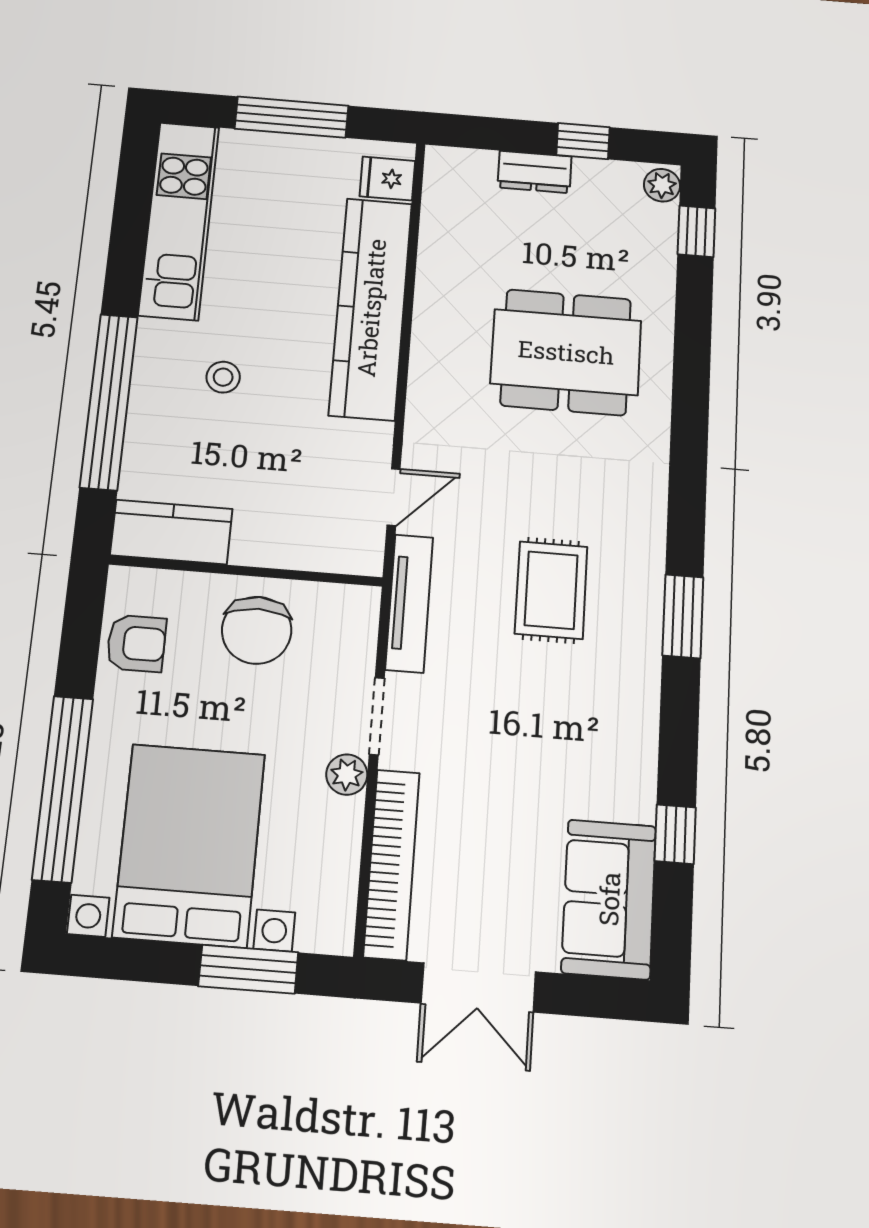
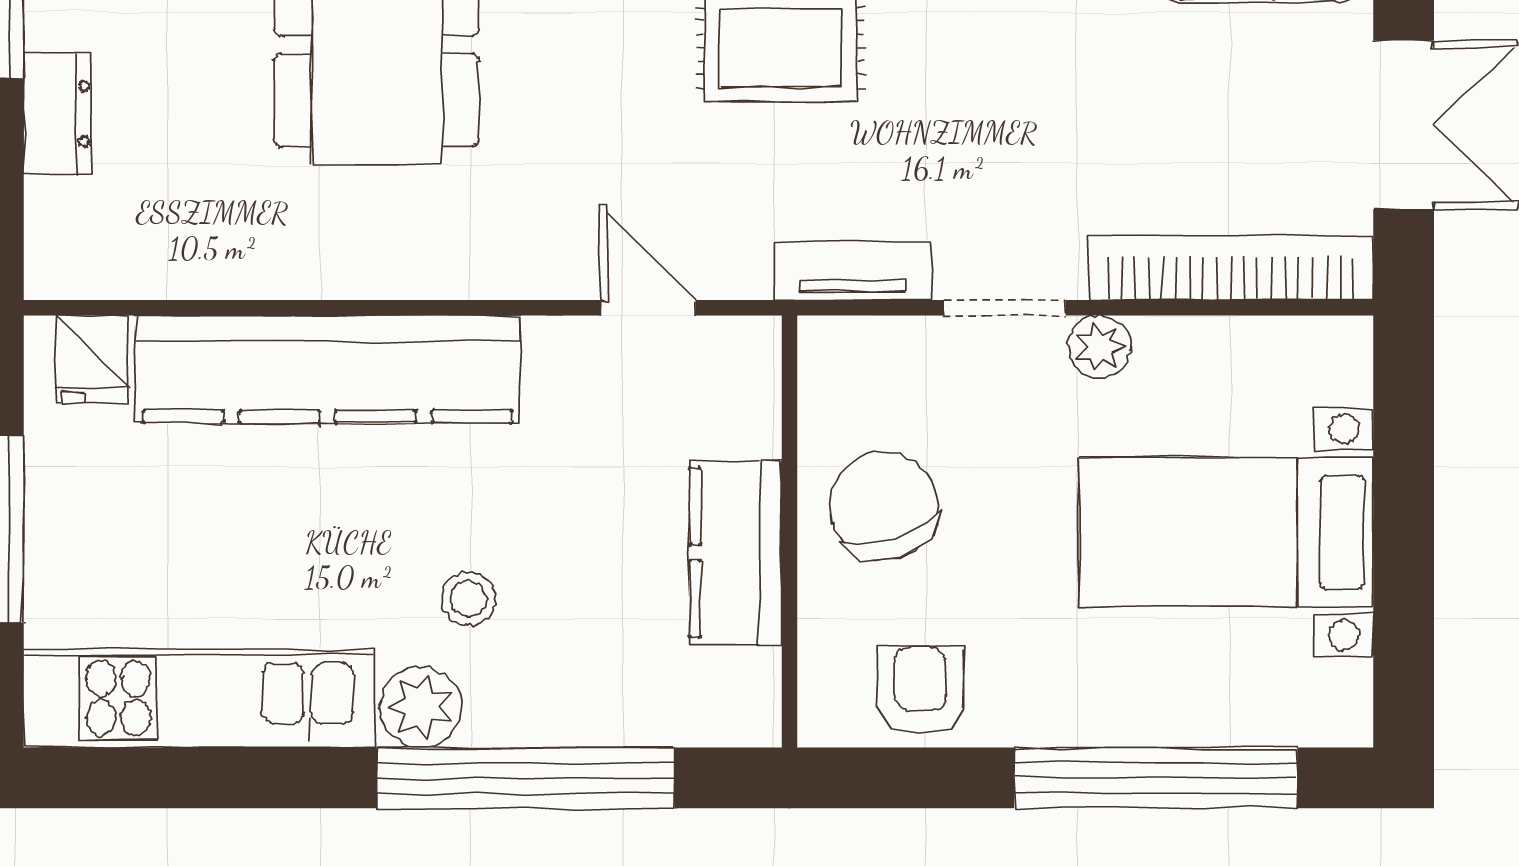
plant: (160, 344) -> (421, 707), added
kitchen counter: (171, 532) -> (736, 552), moved
tv unit: (409, 603) -> (853, 270), width x0.71
chair: (257, 630) -> (884, 506), turned -108
bed with nightstands: (189, 845) -> (1226, 532), width x0.73
window: (248, 969) -> (1404, 470), removed

